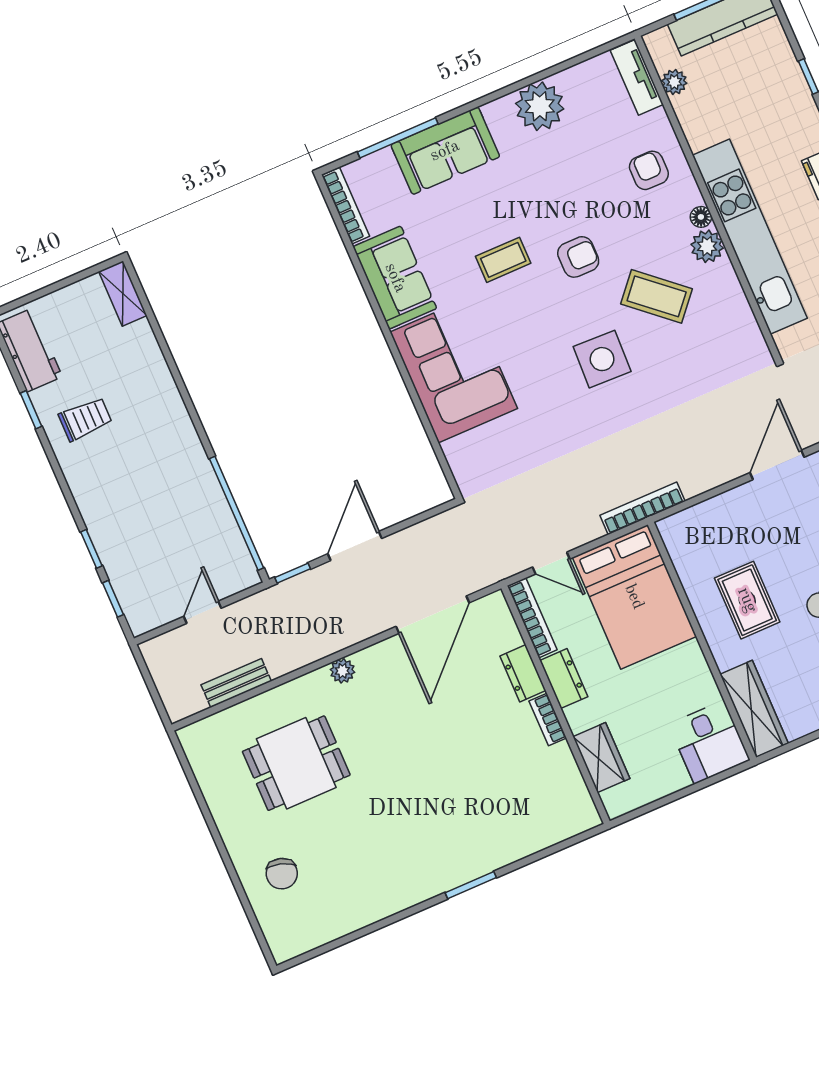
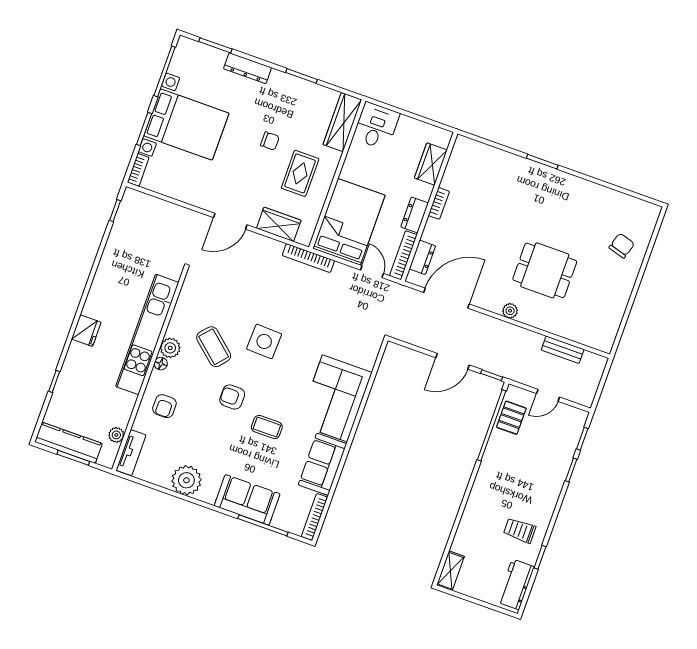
wardrobe: (716, 515) -> (279, 224), added
pallet: (221, 545) -> (511, 418), added
dresser: (523, 673) -> (422, 257), moved
dining table: (296, 763) -> (545, 270), moved

